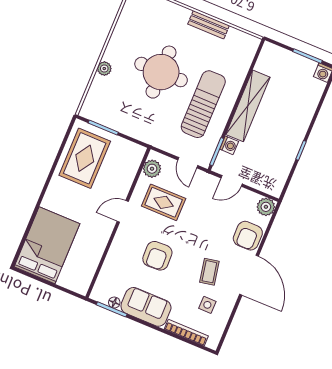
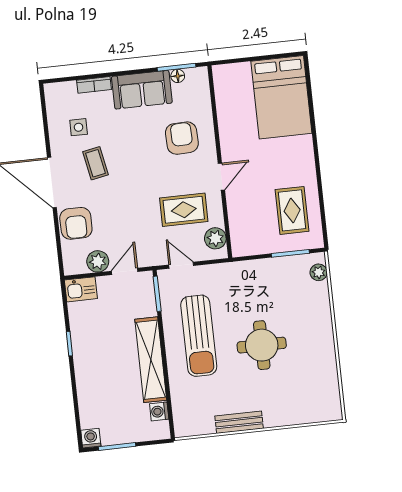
plant: (104, 69) -> (319, 272), moved
round table: (161, 72) -> (262, 345), width x0.73, depth x0.73
washing machine: (229, 145) -> (159, 411), moved
rug: (85, 158) -> (292, 210), width x0.73, depth x0.70
kitchen sink: (271, 185) -> (81, 289), added
plant: (266, 207) -> (98, 261), moved
armchair: (248, 236) -> (76, 223), turned 180
armchair: (157, 256) -> (182, 138), moved
bookcase: (186, 333) -> (94, 85), width x0.64

